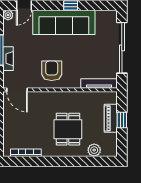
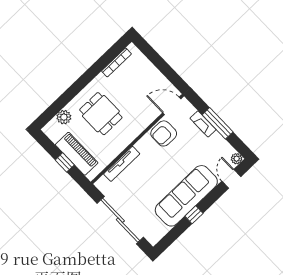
armchair: (52, 71) -> (164, 133), moved, turned 90
tv unit: (99, 84) -> (122, 164), moved
piano: (111, 118) -> (77, 154), width x1.37, depth x1.33

